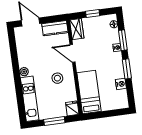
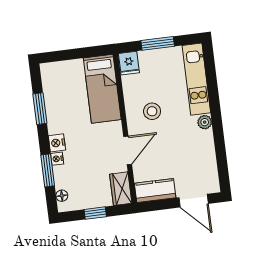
door: (72, 53) -> (128, 150), hinge flipped
window: (127, 69) -> (40, 109), moved
nightstand: (121, 84) -> (57, 143), moved

